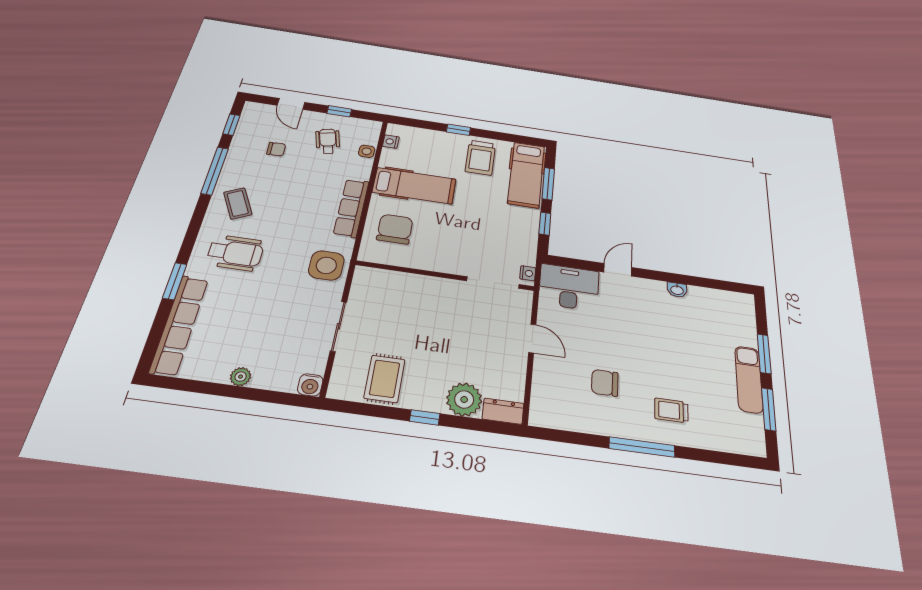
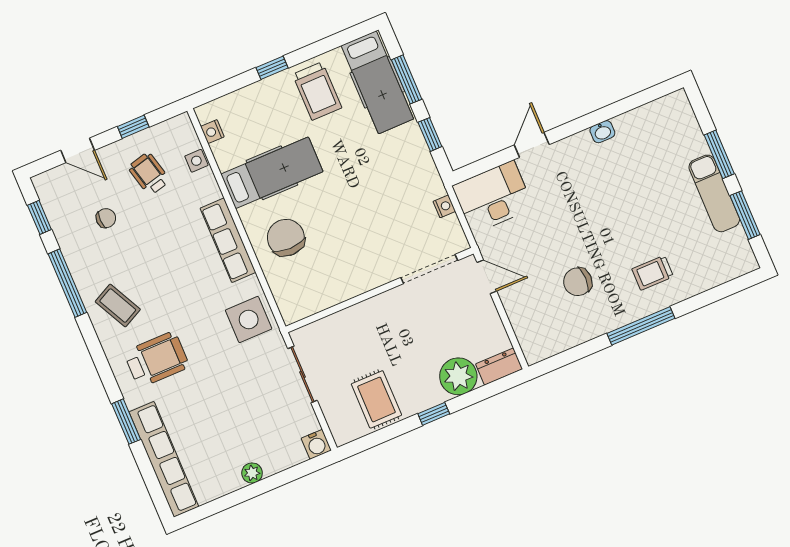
wall: (445, 276) -> (380, 290), moved
doorway: (493, 283) -> (429, 269), moved

